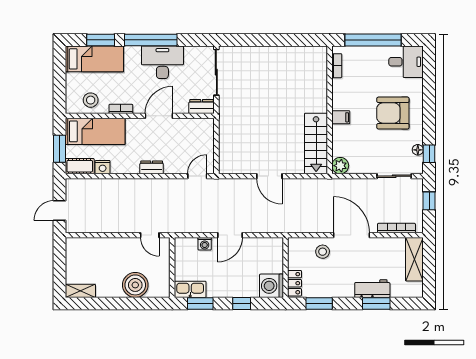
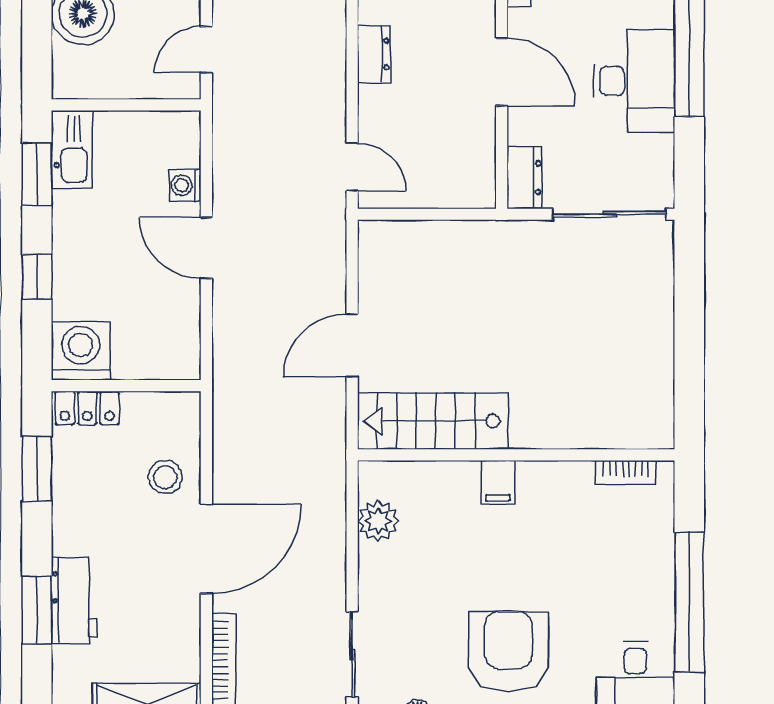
bookcase: (337, 66) -> (626, 472), moved
wall: (330, 110) -> (516, 455), moved
filing cabinet: (341, 117) -> (498, 482), moved
stairs: (316, 144) -> (433, 421), moved

